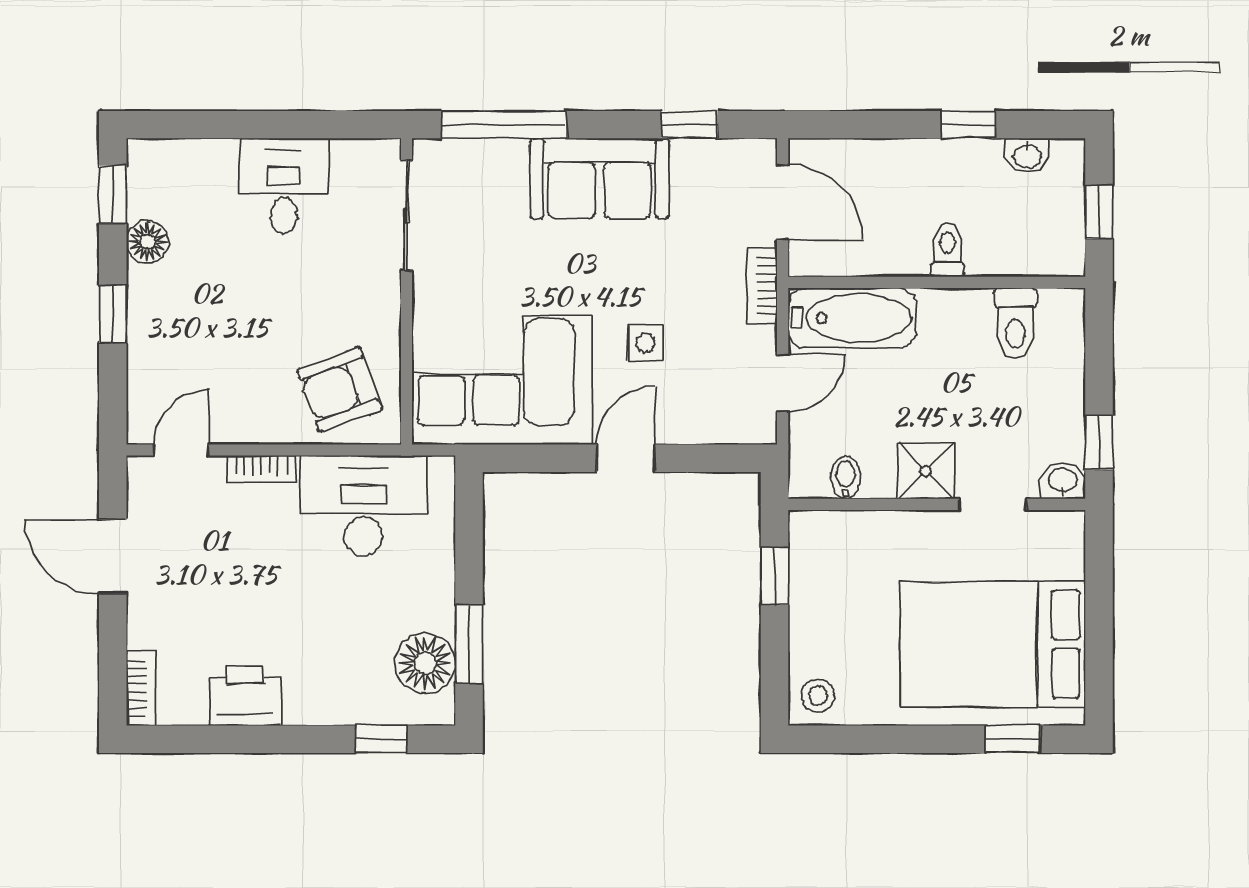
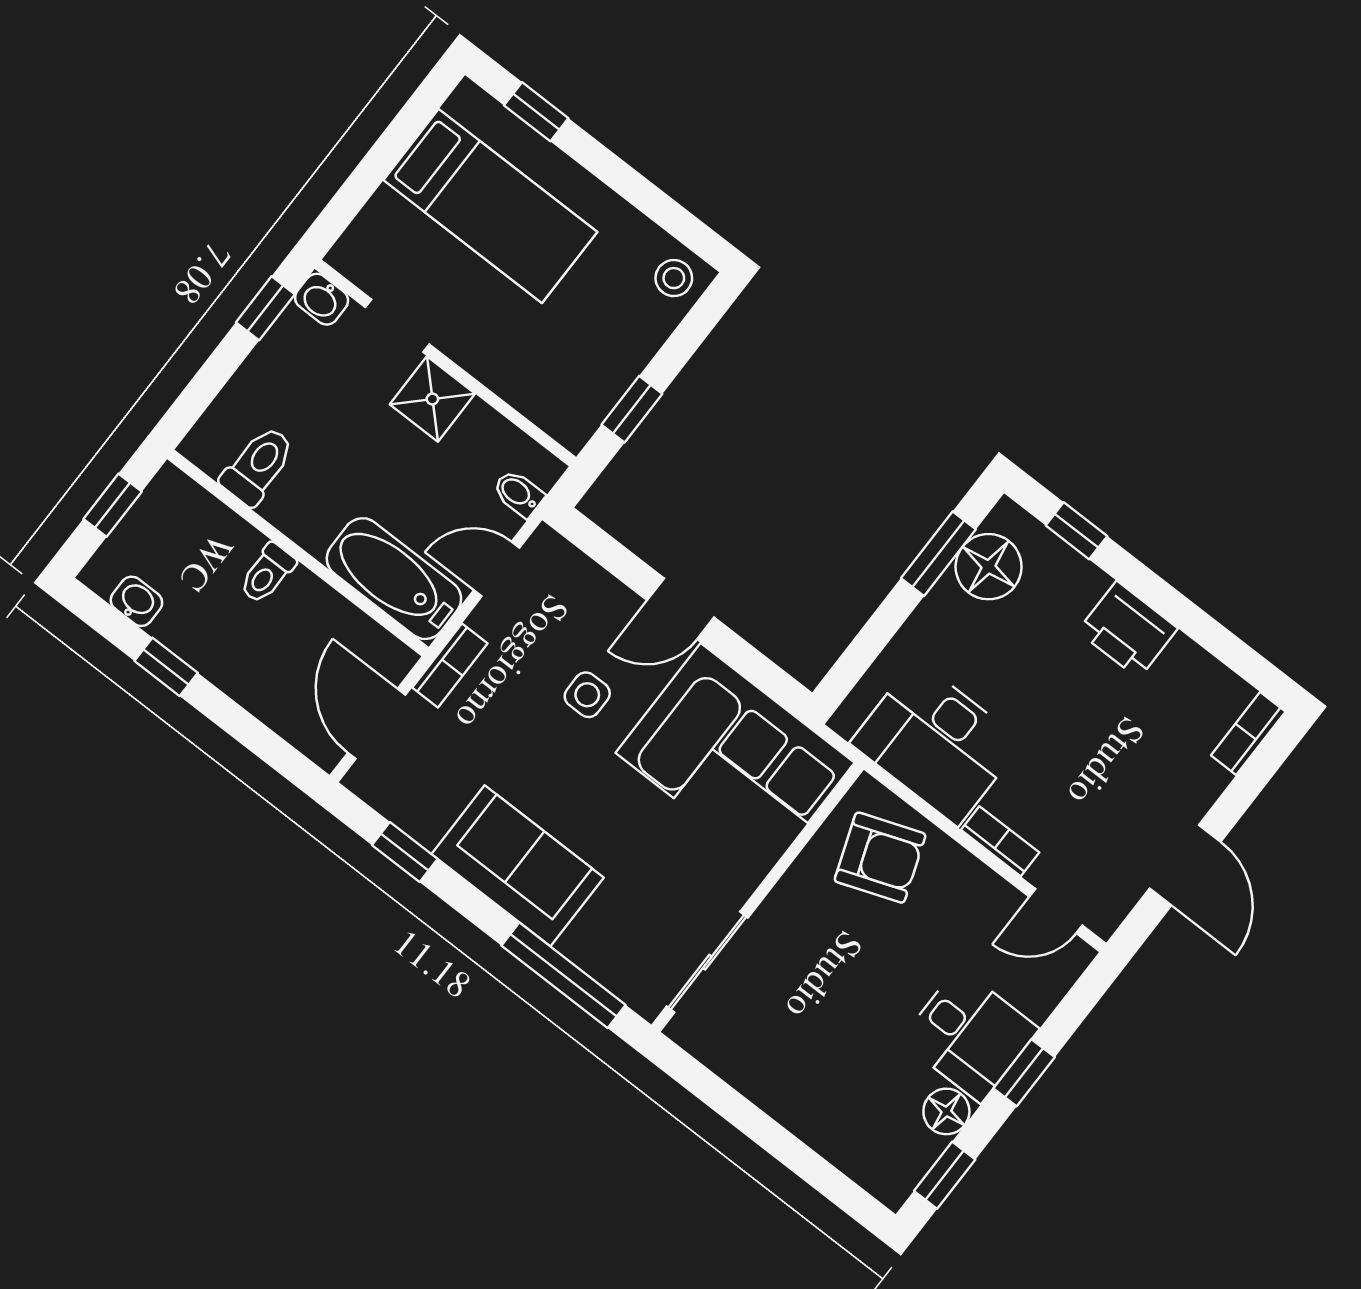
desk: (284, 186) -> (969, 1035), moved, turned -90
bidet: (845, 477) -> (518, 493), moved, turned 90
bed: (993, 644) -> (490, 206), width x0.67
printer: (245, 696) -> (1128, 630), moved

